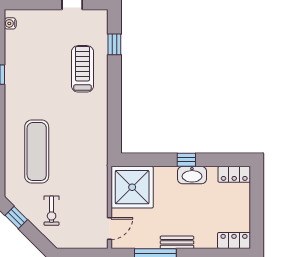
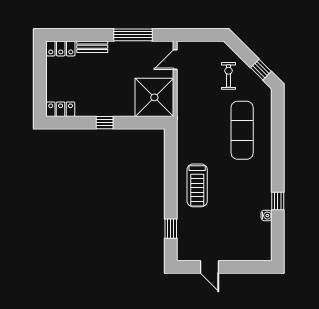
water cooler: (10, 23) -> (266, 215), moved
treadmill: (82, 69) -> (197, 185), moved
washbasin: (192, 175) -> (99, 109), removed
bench: (177, 242) -> (92, 47), moved

